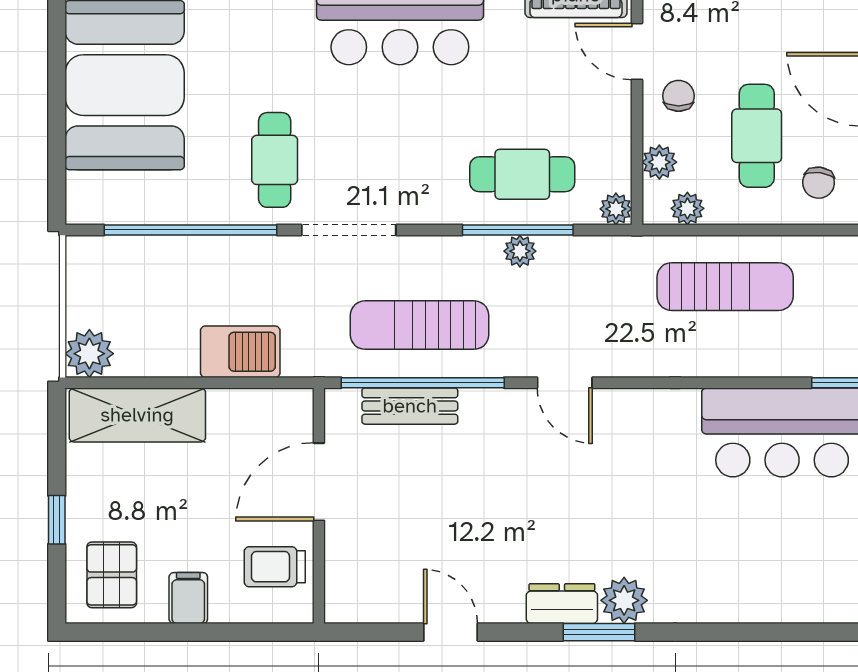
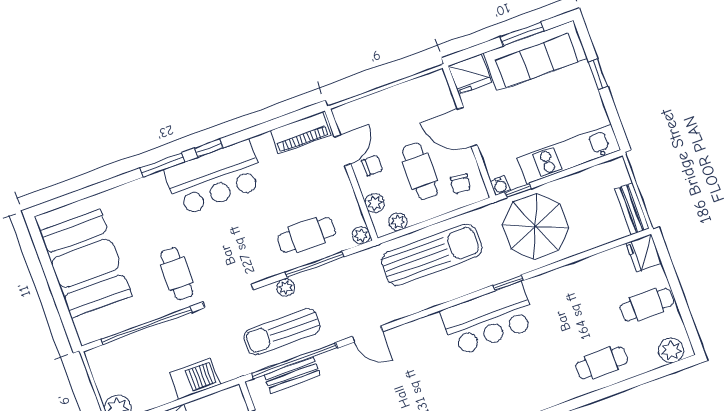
door: (637, 51) -> (343, 150), swing flipped
chair: (679, 96) -> (372, 165), turned 90
plant: (520, 251) -> (286, 287), moved
sun lounger: (725, 287) -> (432, 255), width x1.36, depth x1.34

